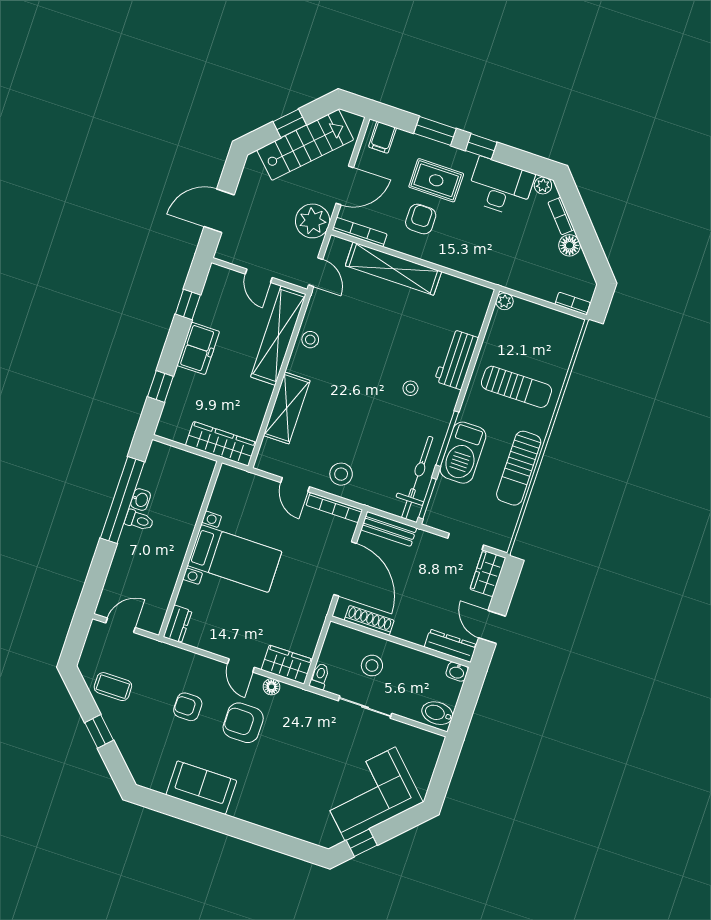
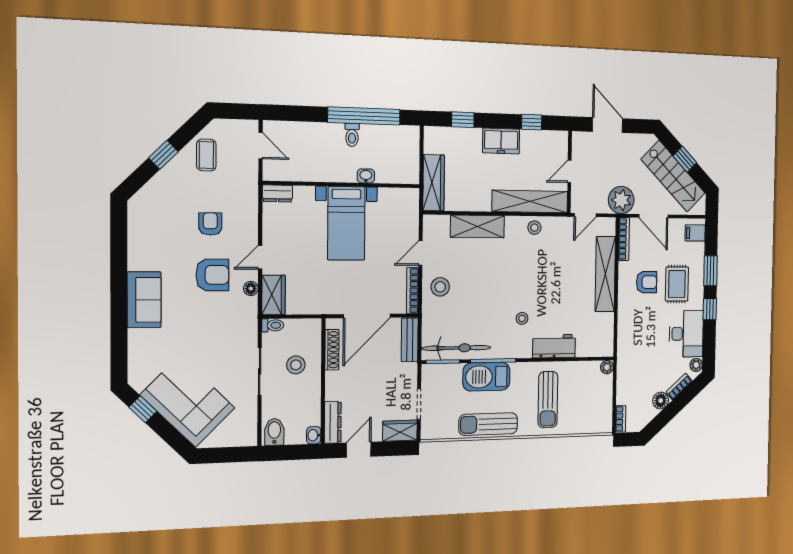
washbasin: (141, 500) -> (366, 176), moved, turned 180
armchair: (243, 723) -> (212, 275), turned 90
sofa: (201, 788) -> (144, 300), moved

